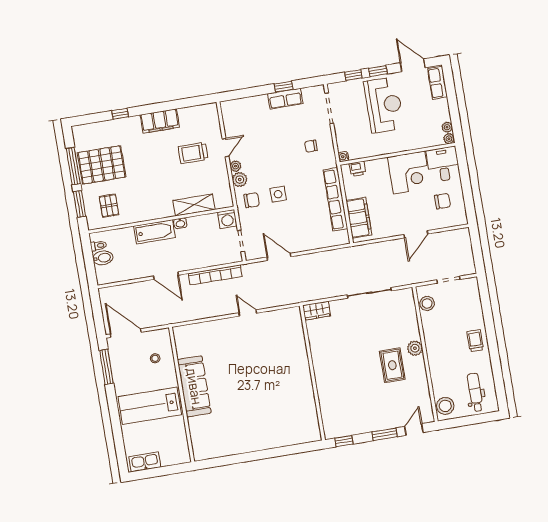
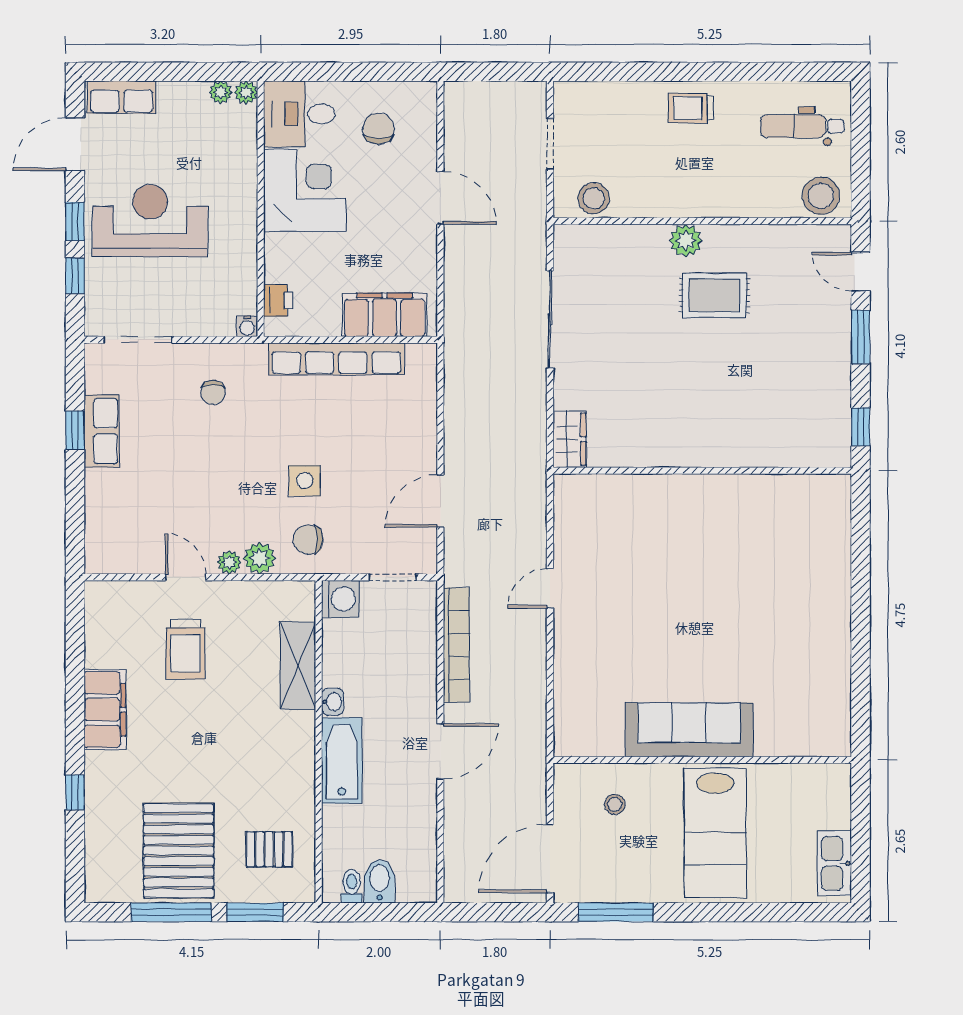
chair: (252, 200) -> (308, 540), turned -90

